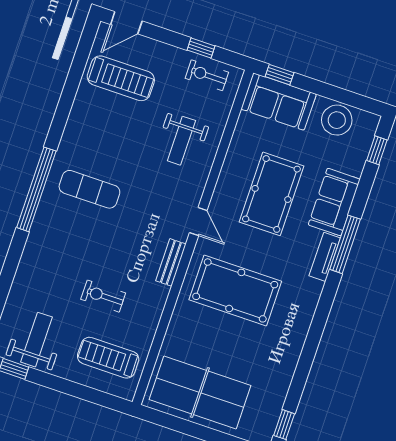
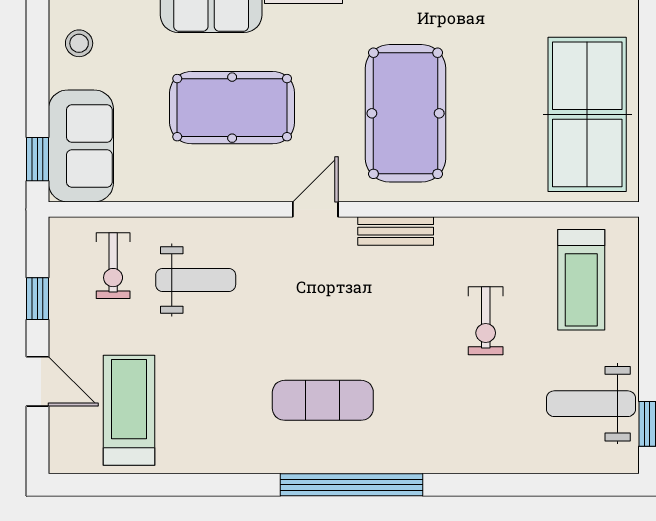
door: (126, 23) -> (38, 381), moved
exercise bike: (207, 75) -> (113, 266), moved
stool: (337, 120) -> (79, 43), width x0.53, depth x0.53
exercise mat: (89, 189) -> (323, 400), turned 90

